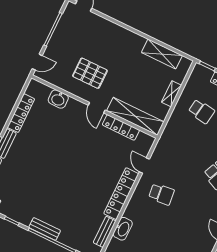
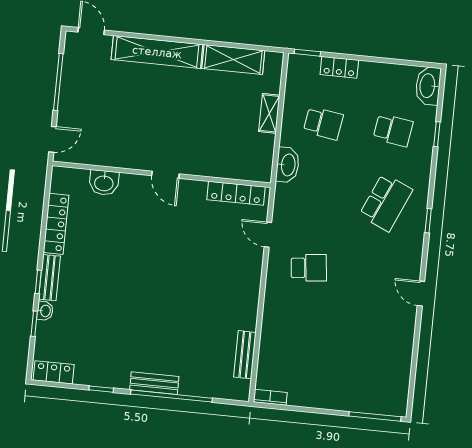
pallet: (90, 73) -> (137, 127), removed
shelving: (135, 116) -> (157, 52), moved
locker: (121, 127) -> (236, 193), moved
locker: (121, 194) -> (249, 289), removed
washbasin: (123, 229) -> (288, 165), moved

